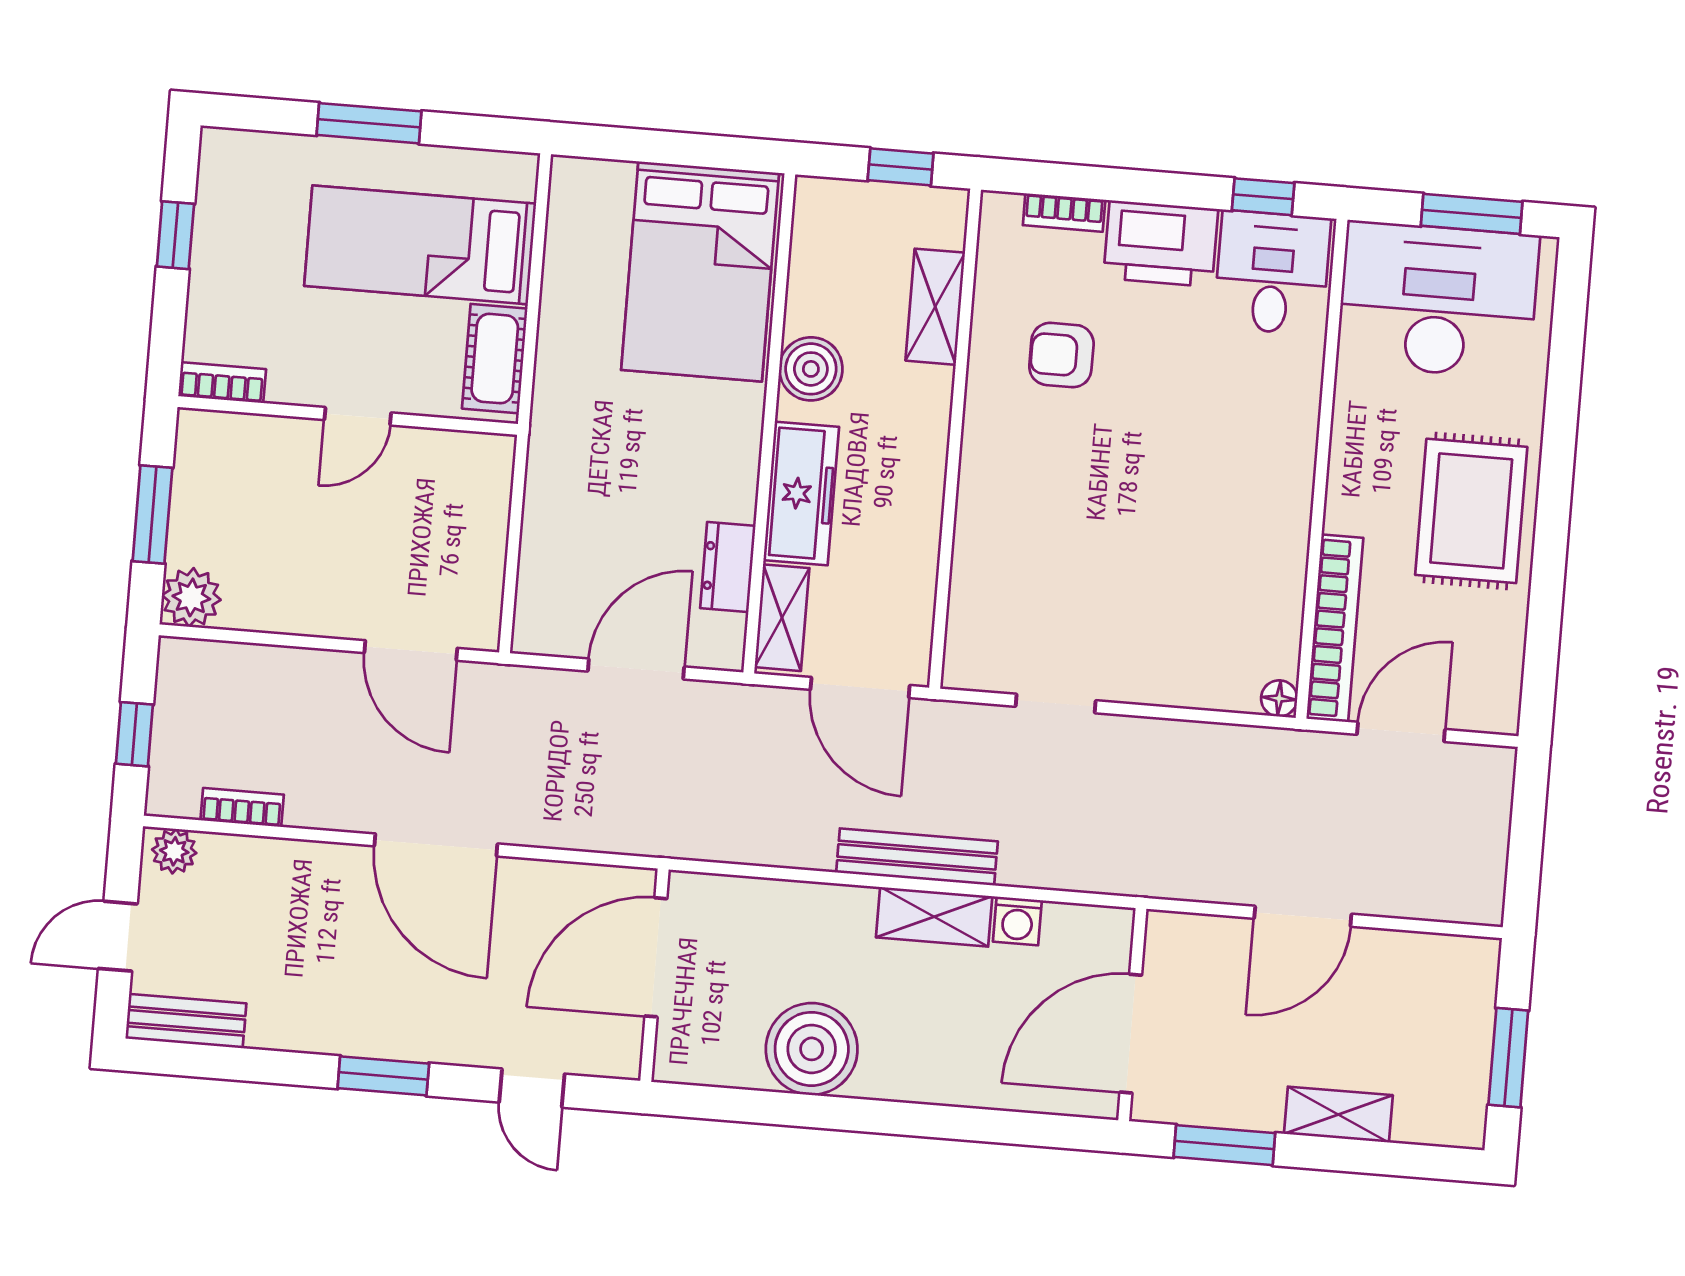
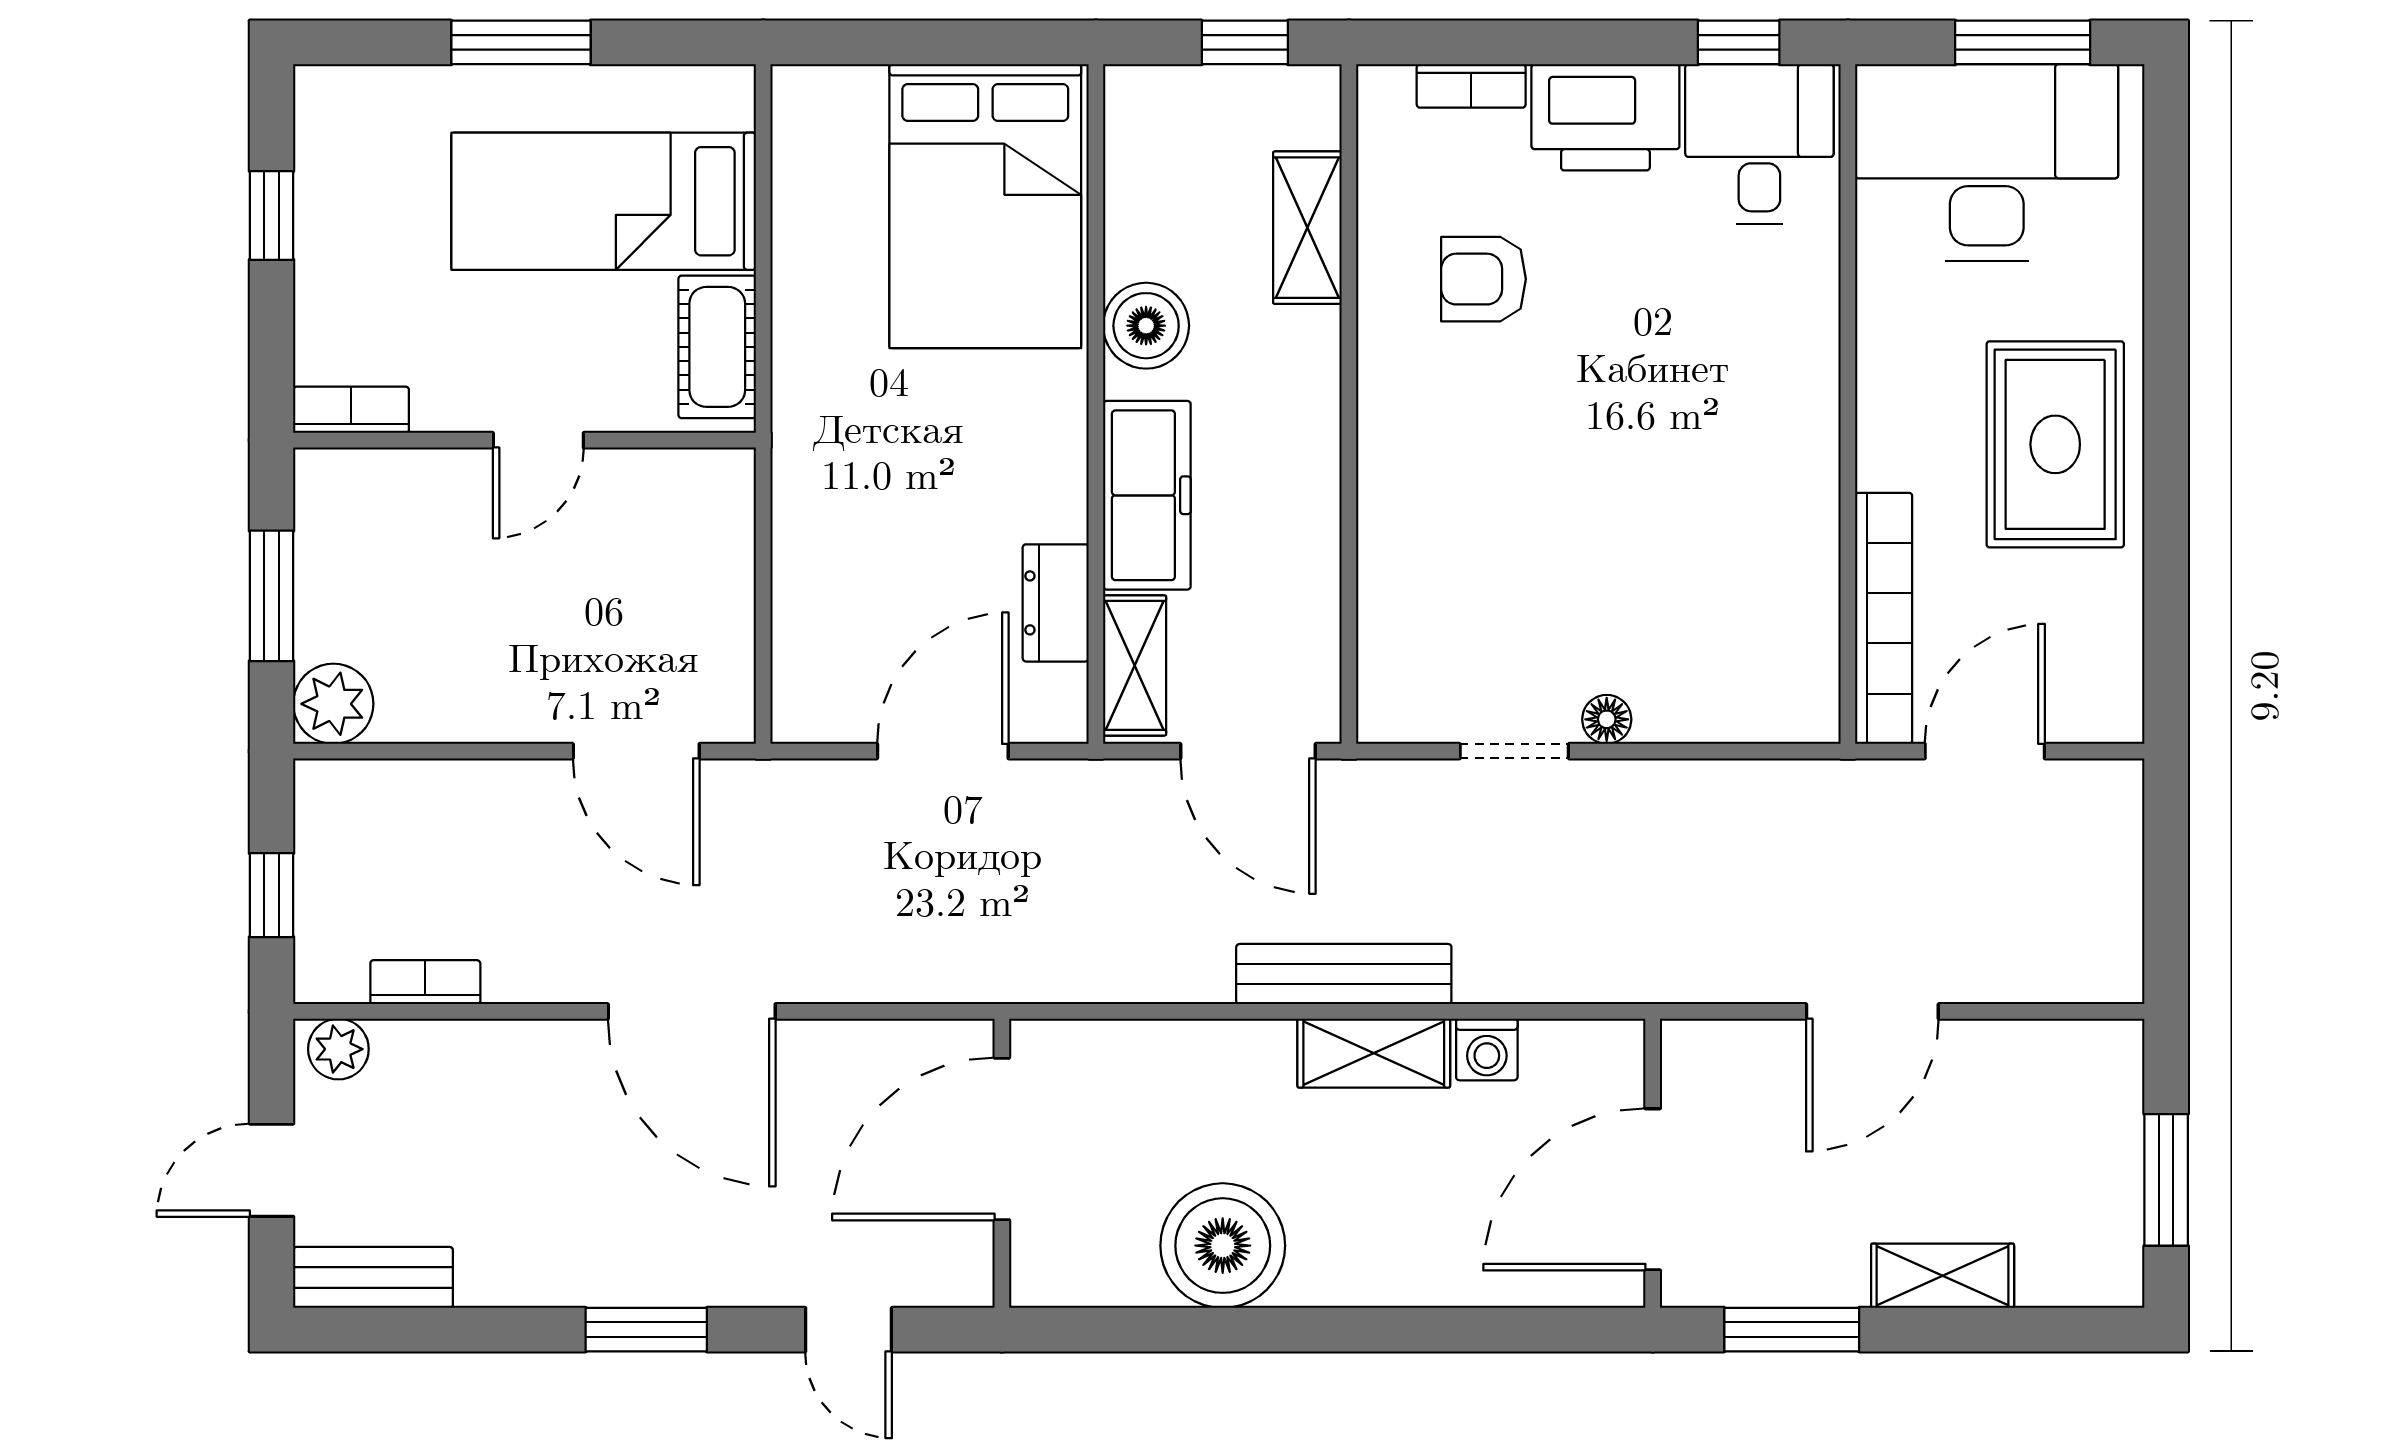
floor lamp: (1279, 698) -> (1607, 719), moved

